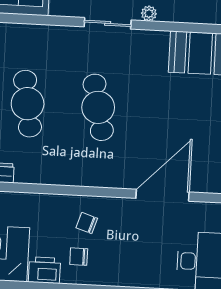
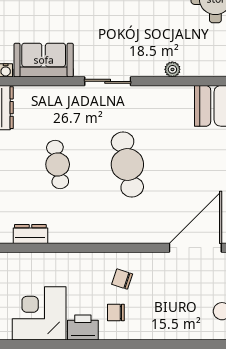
sliding door: (108, 23) -> (108, 81), moved
cafe table: (28, 104) -> (58, 164), width x0.73, depth x0.74

